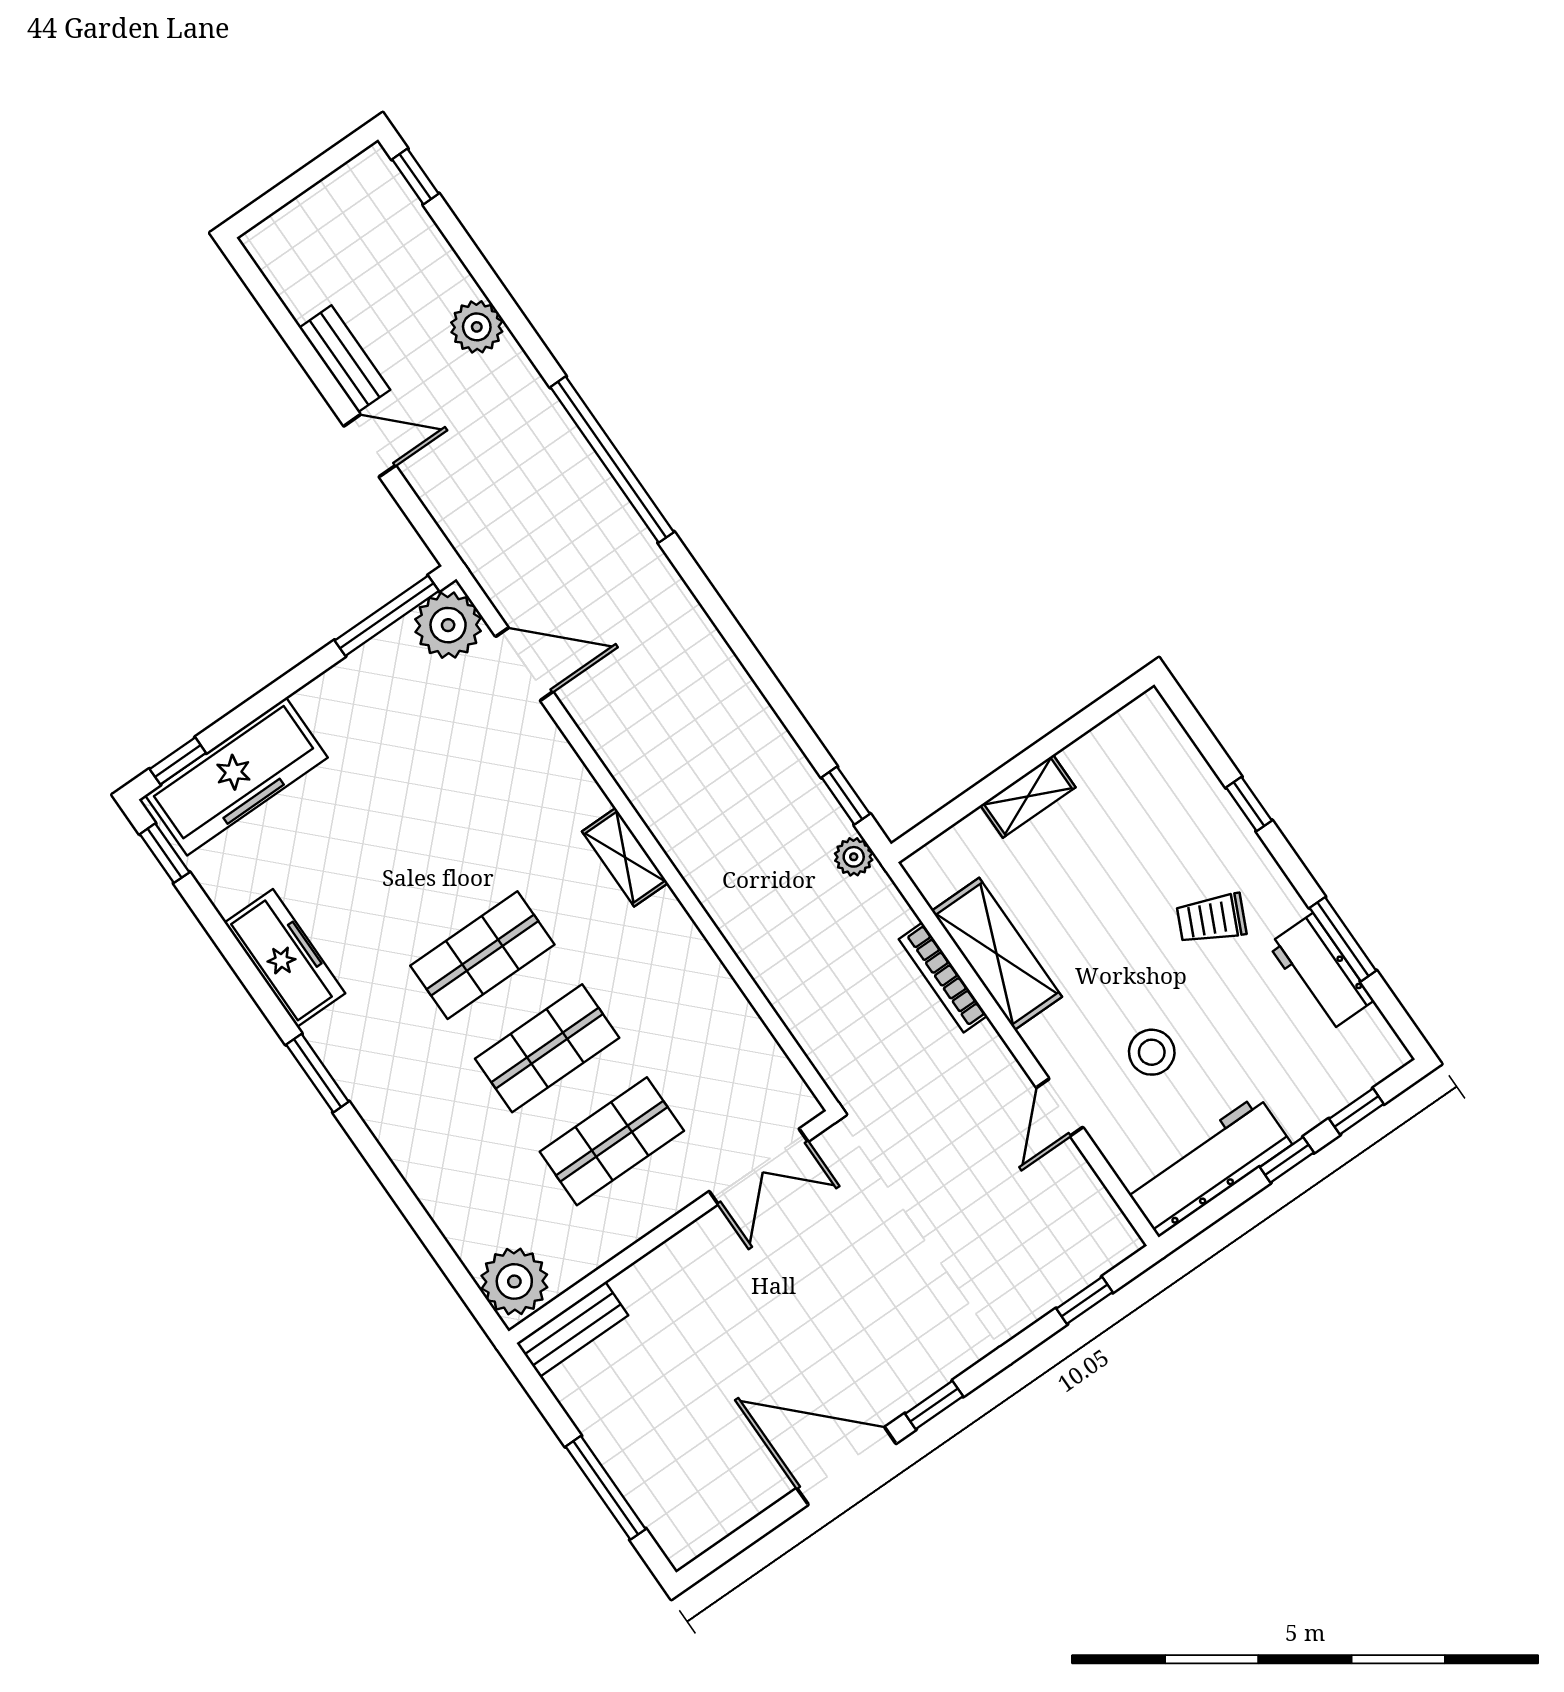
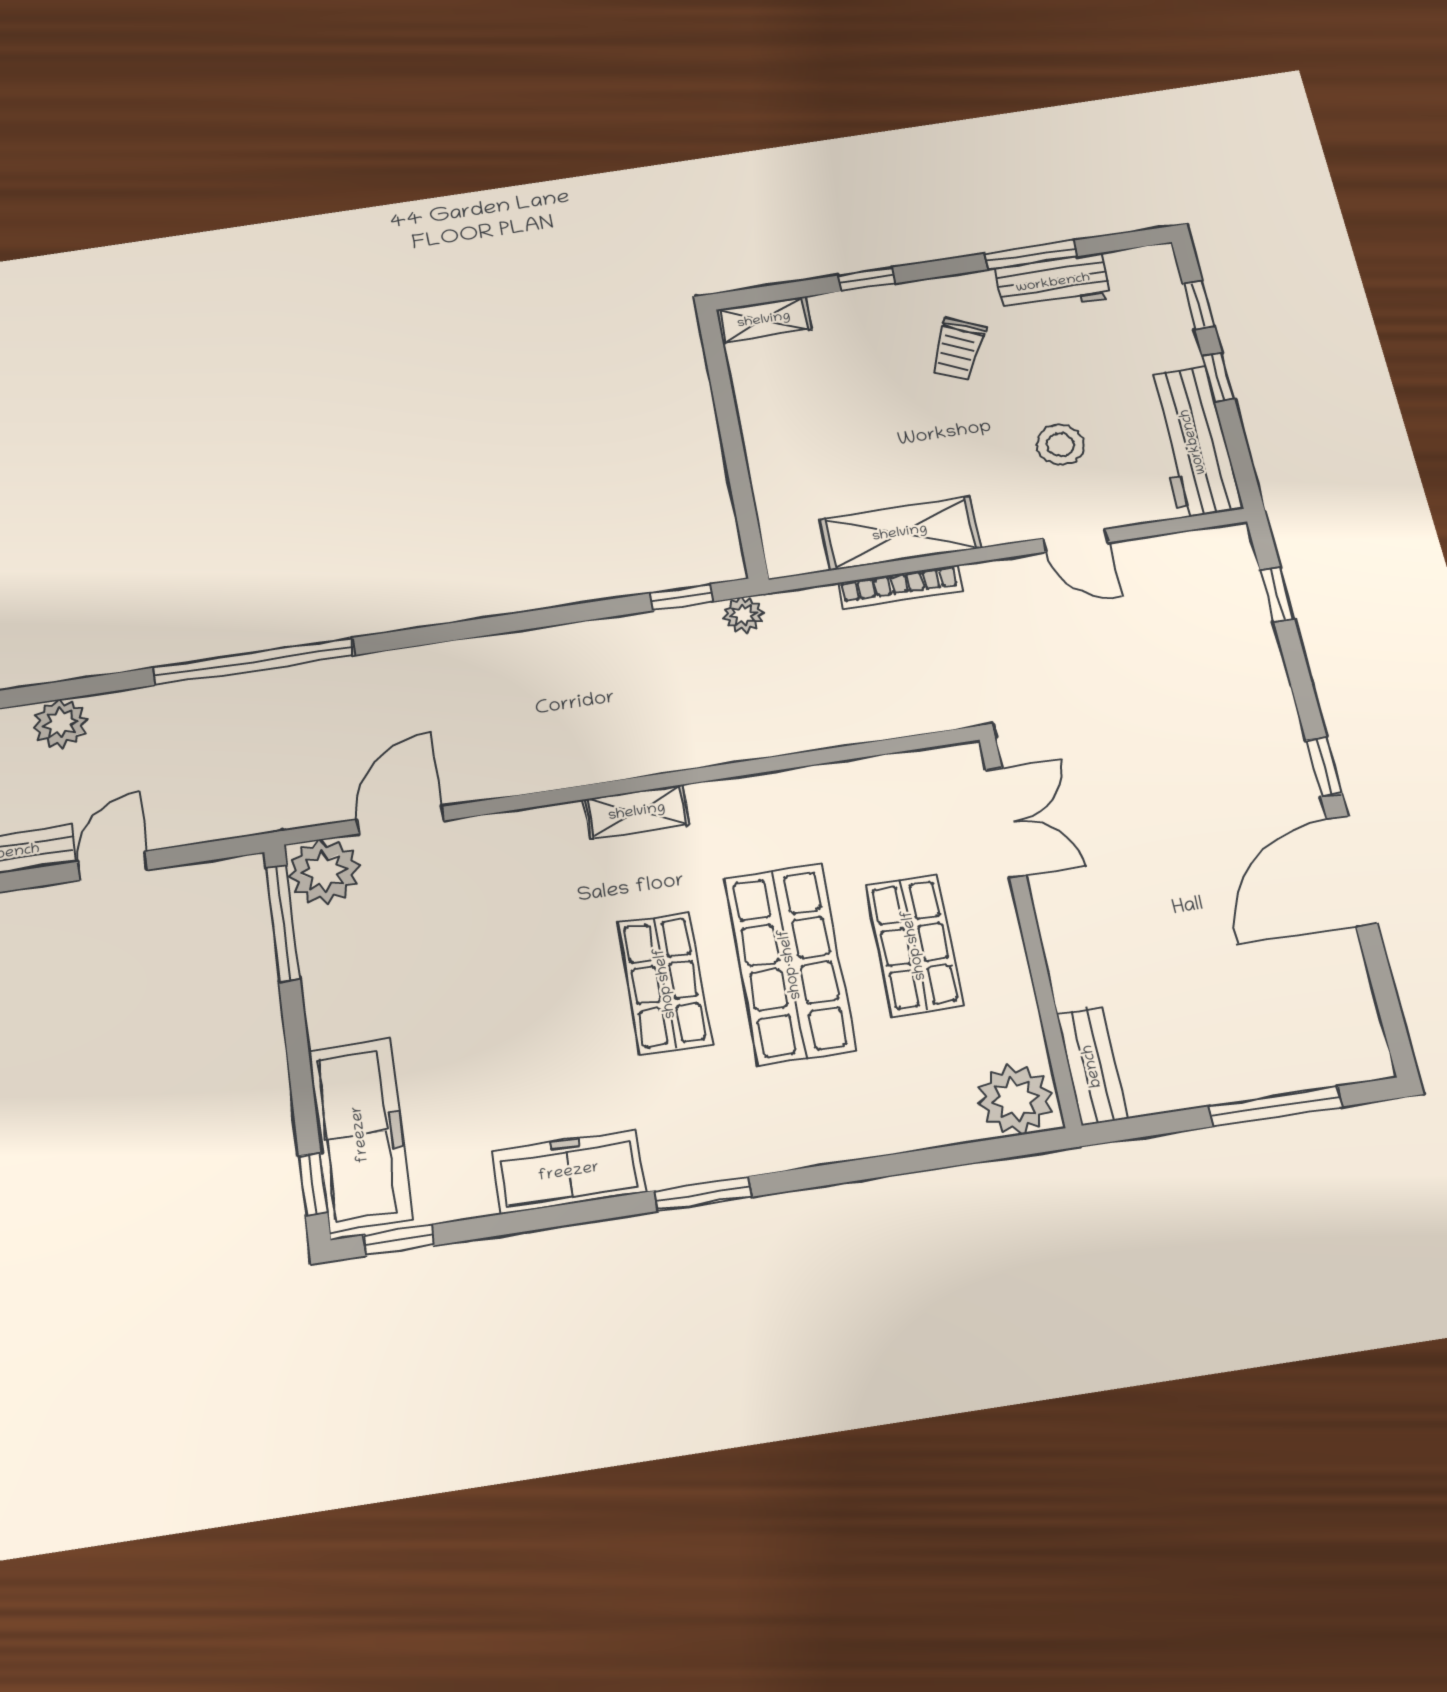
shelving: (1028, 796) -> (764, 320), moved, turned 90
shop shelf: (547, 1048) -> (790, 964), width x1.43, depth x1.36

